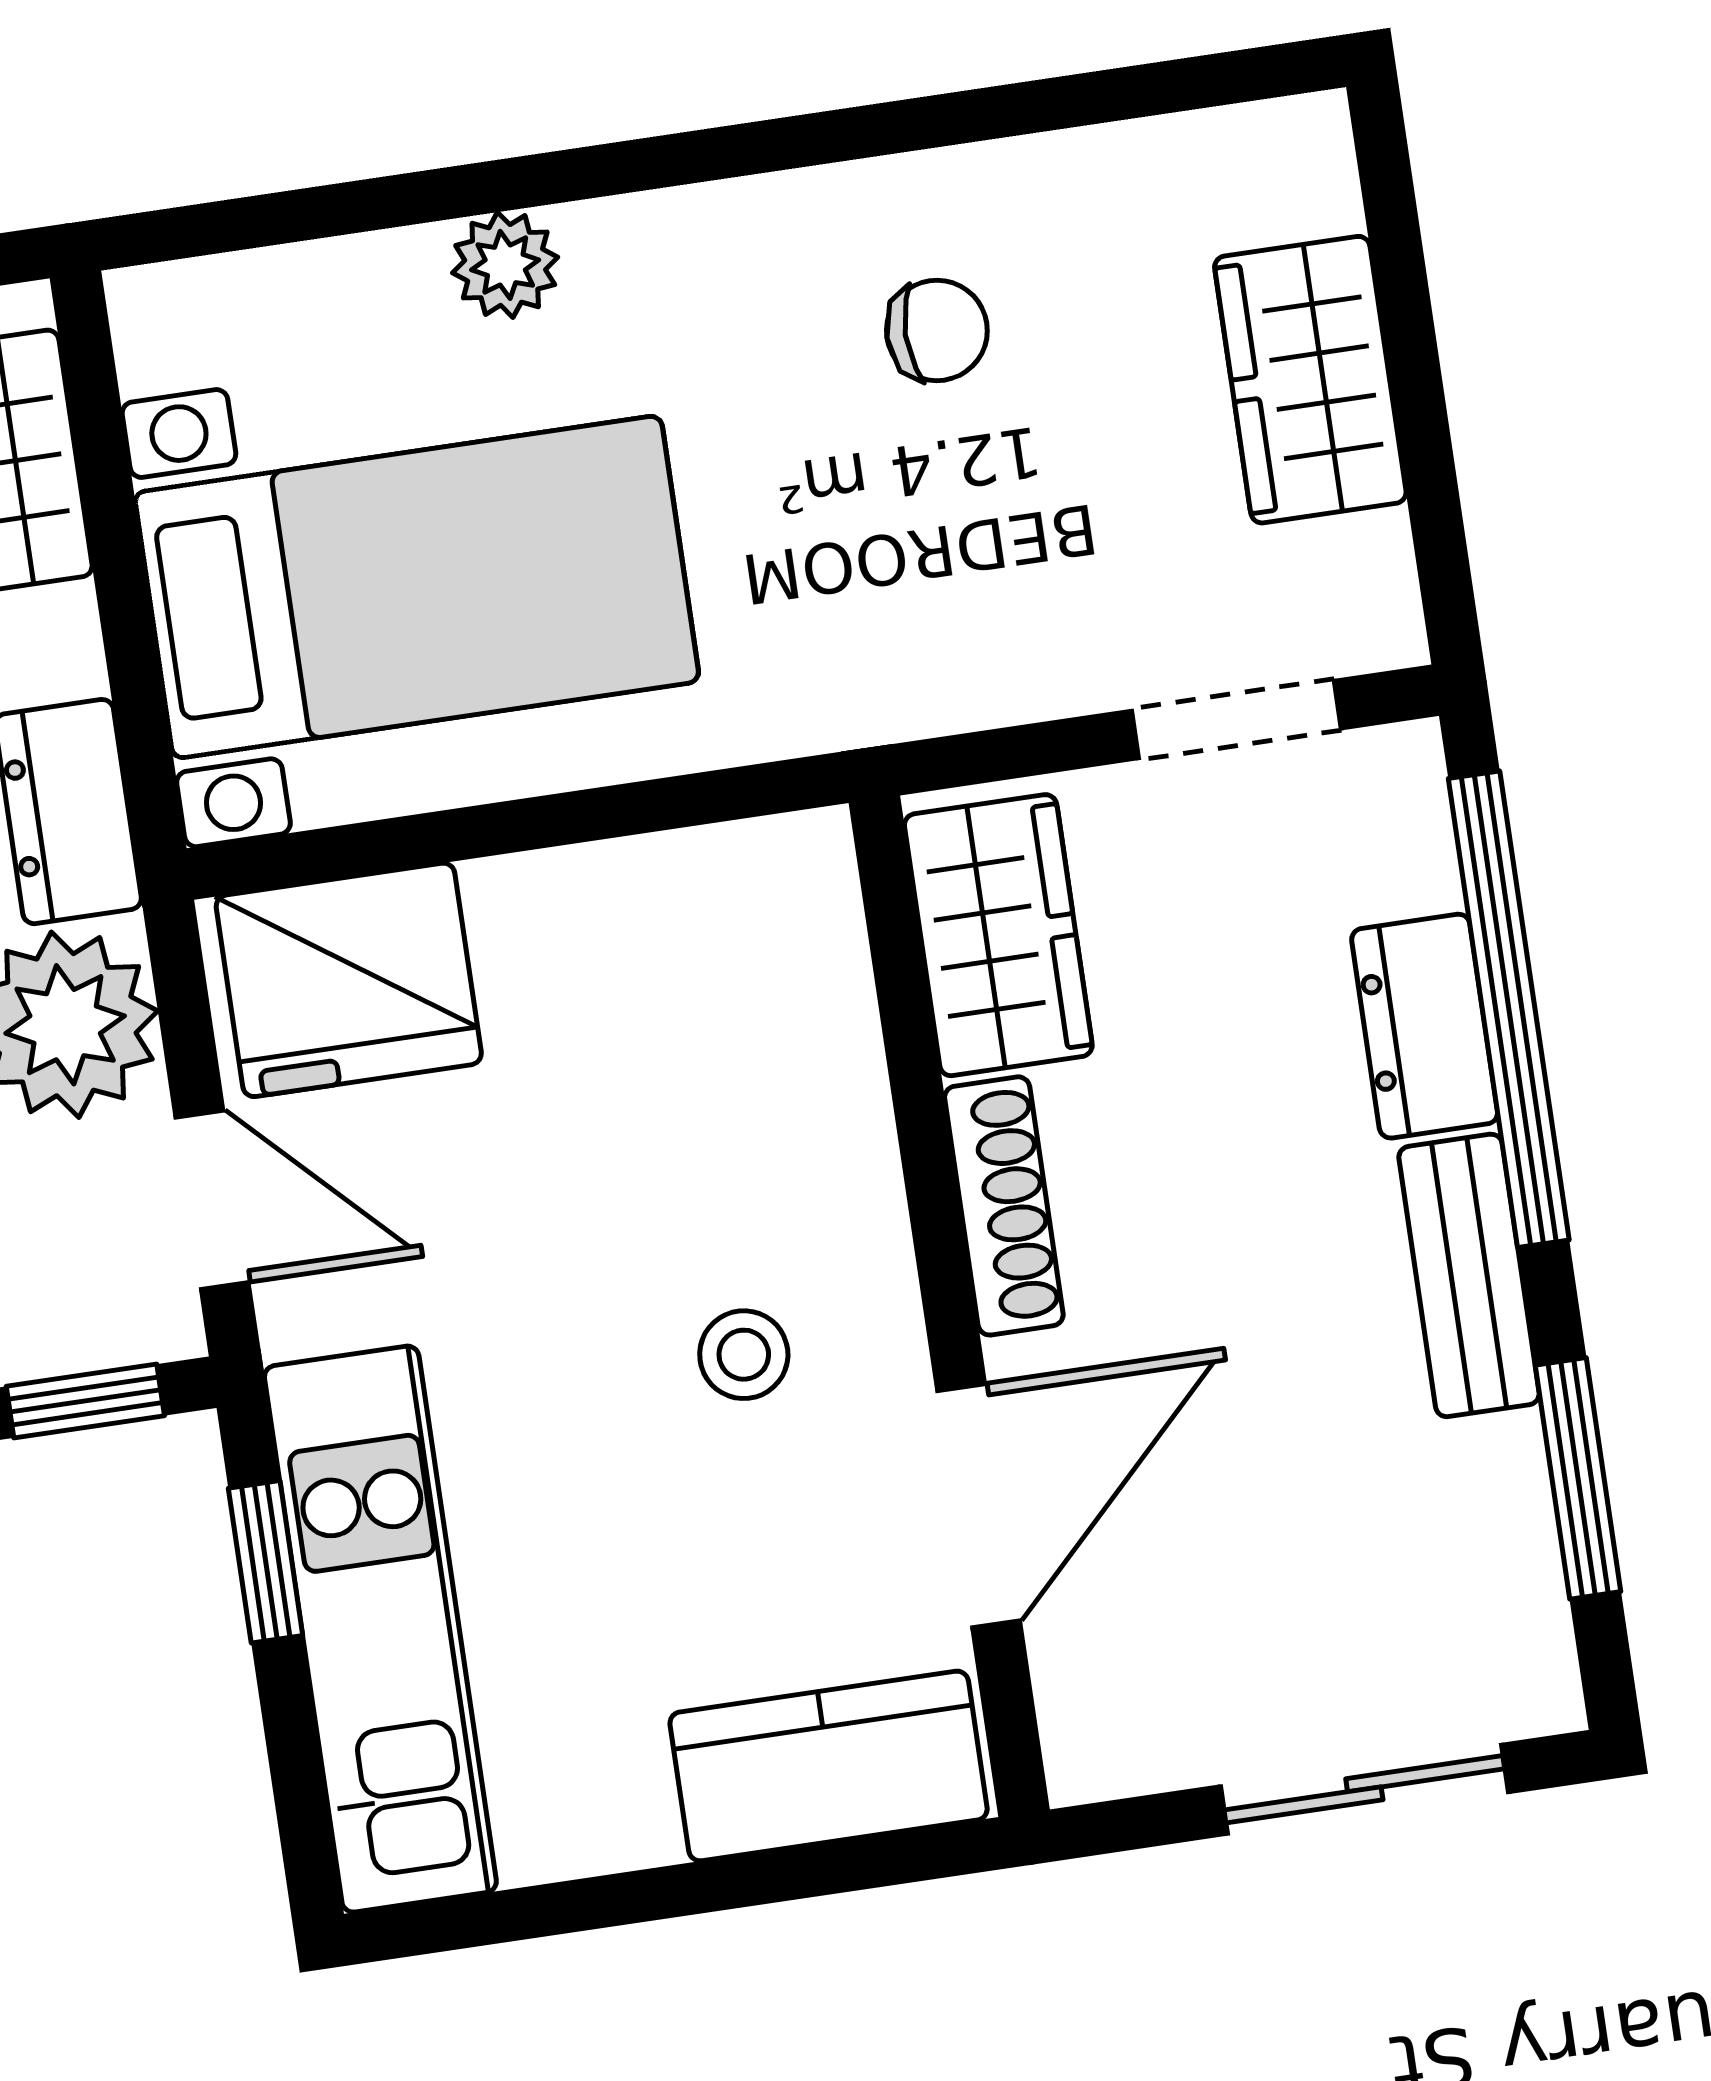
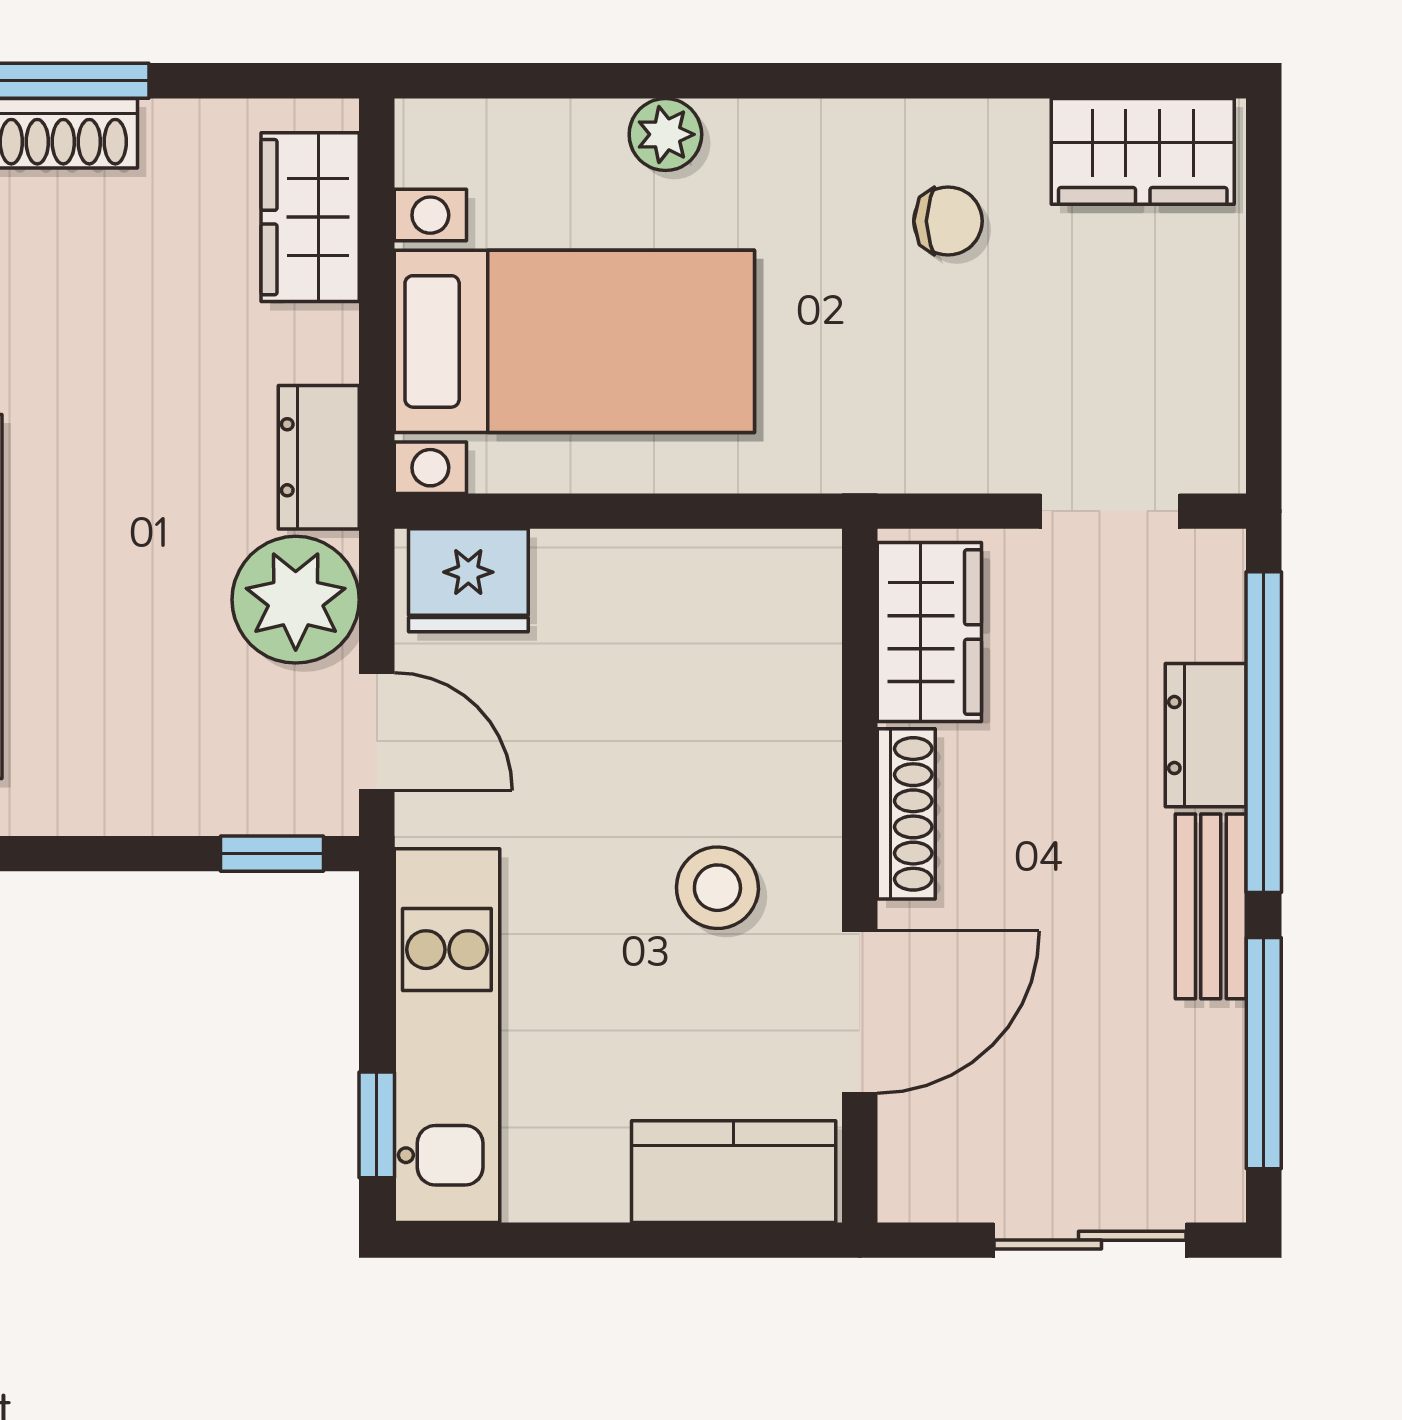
wardrobe: (1310, 380) -> (1143, 151), moved, turned -90
fridge: (349, 980) -> (468, 580), width x0.73, depth x0.75
stool: (744, 1355) -> (717, 888), width x1.37, depth x1.37
window: (1578, 1478) -> (1264, 1053), width x1.44
window: (266, 1562) -> (377, 1125), moved

